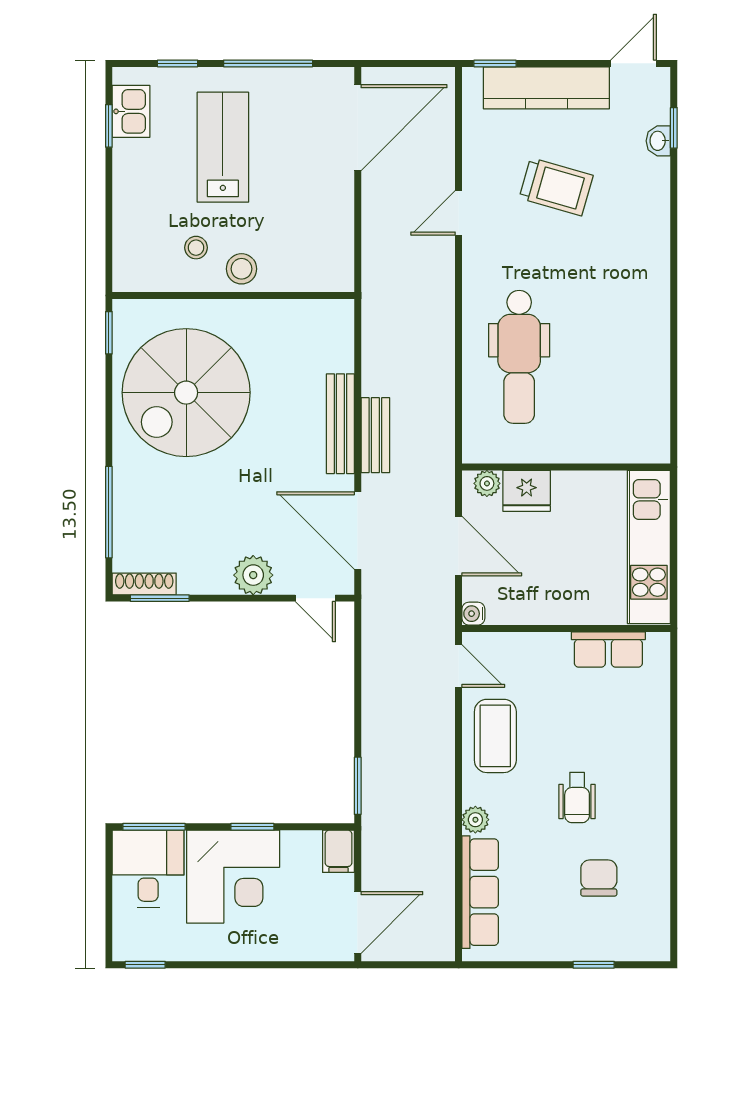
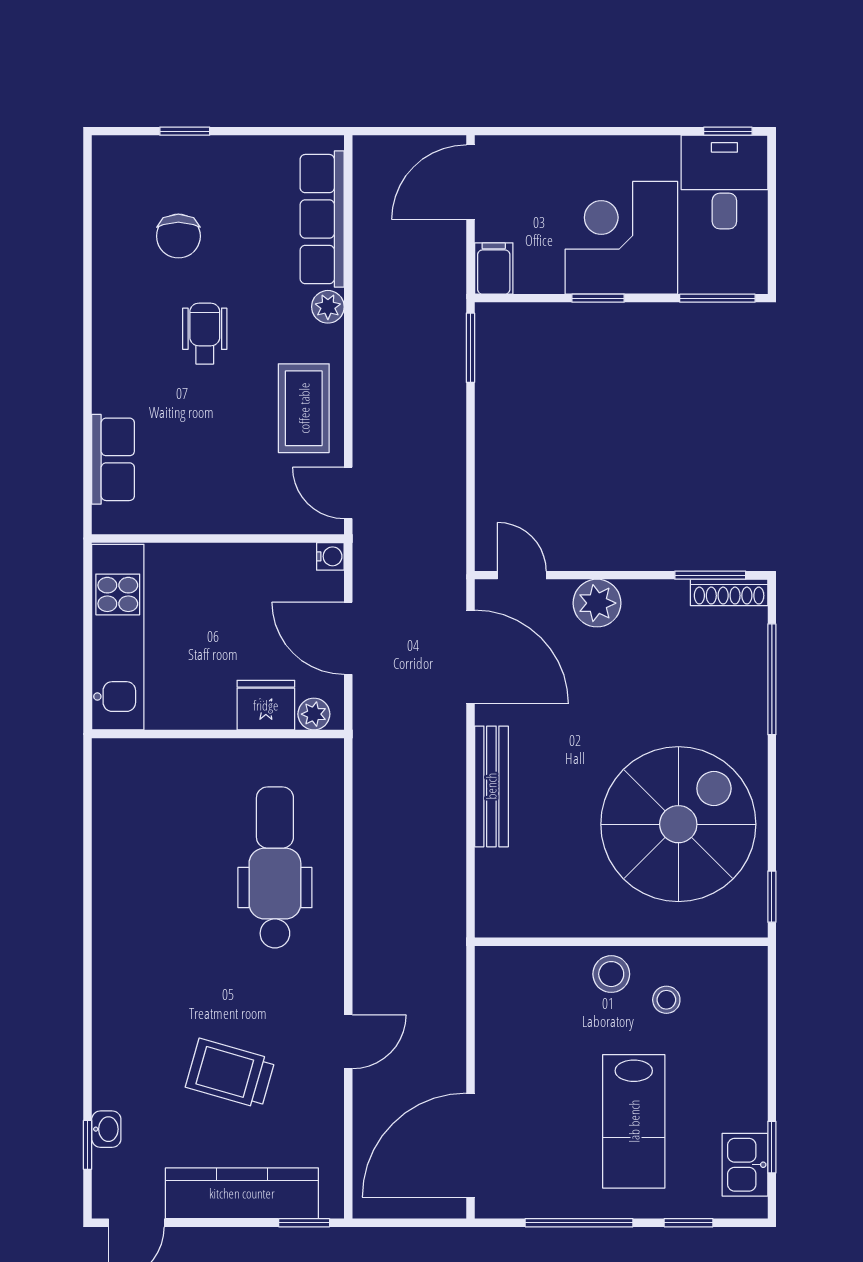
bench: (375, 435) -> (449, 773), removed
row of seats: (608, 649) -> (113, 459), moved, turned 90
desk: (148, 869) -> (724, 182), moved, turned 180

